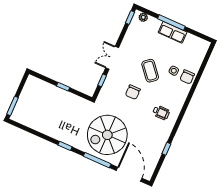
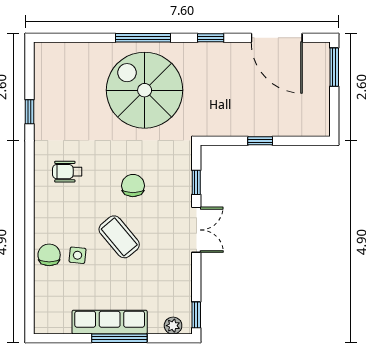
row of seats: (173, 32) -> (110, 322), width x1.48
spiral stairs: (107, 135) -> (145, 90), turned -90
door: (129, 174) -> (277, 38), moved

